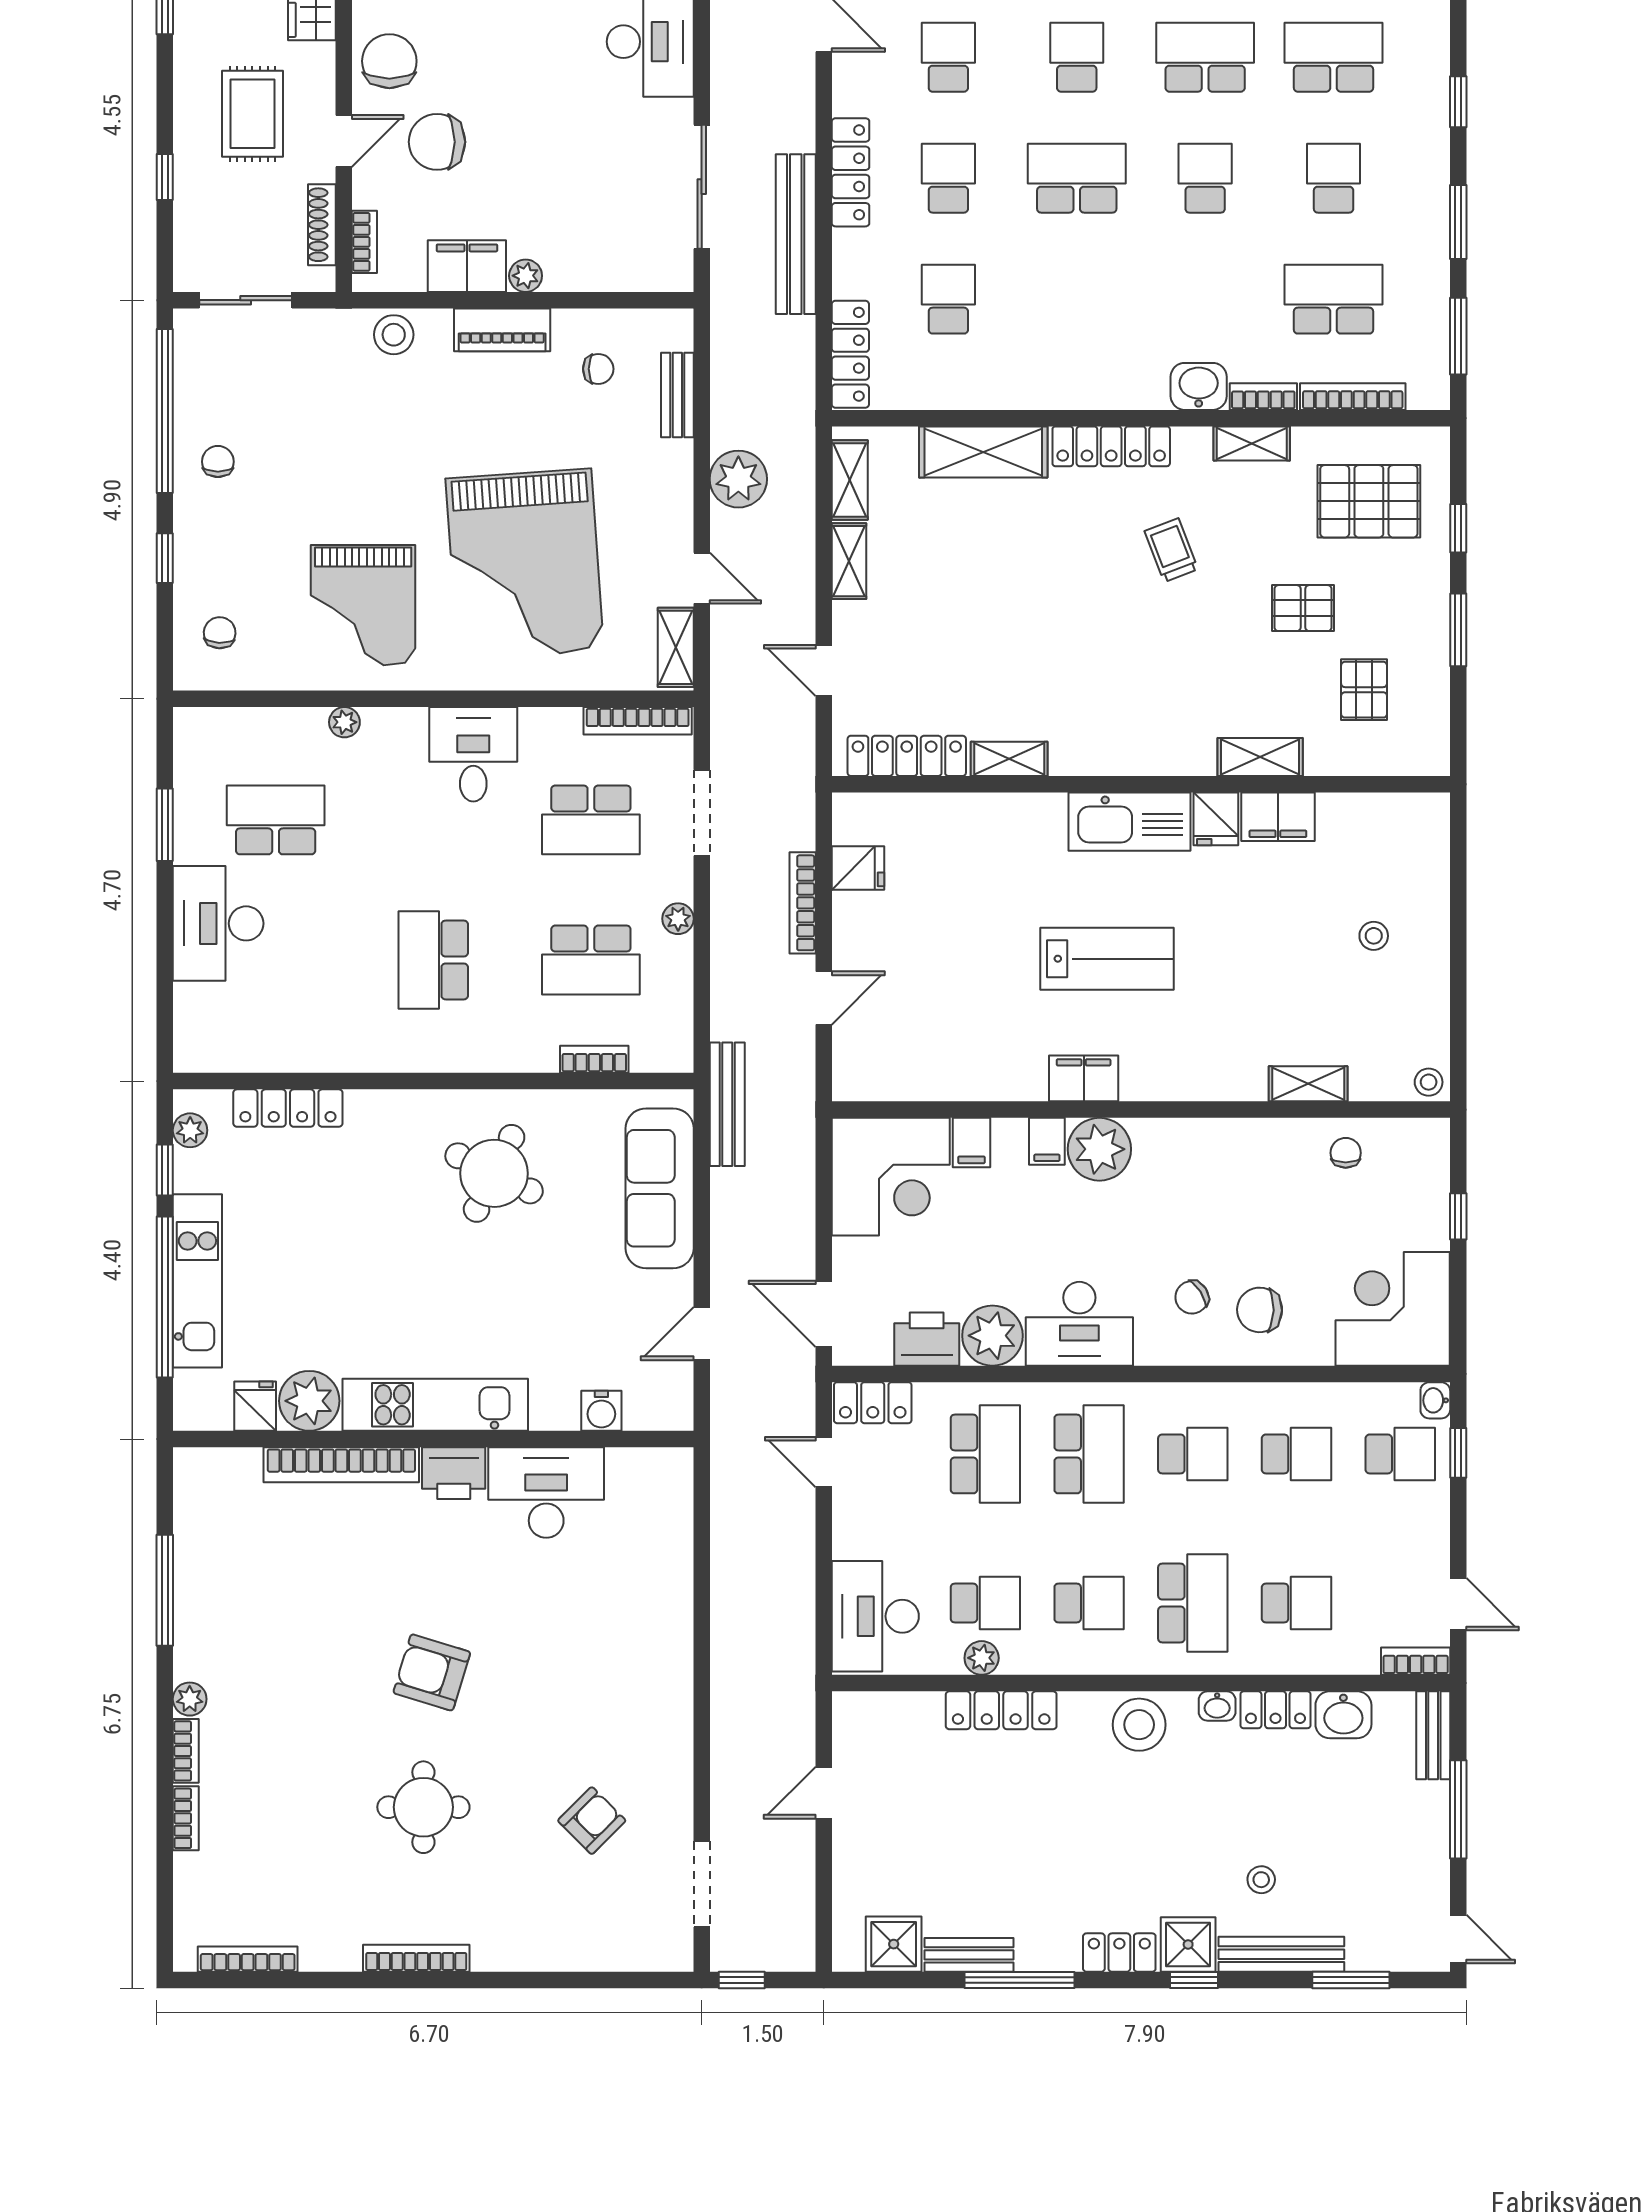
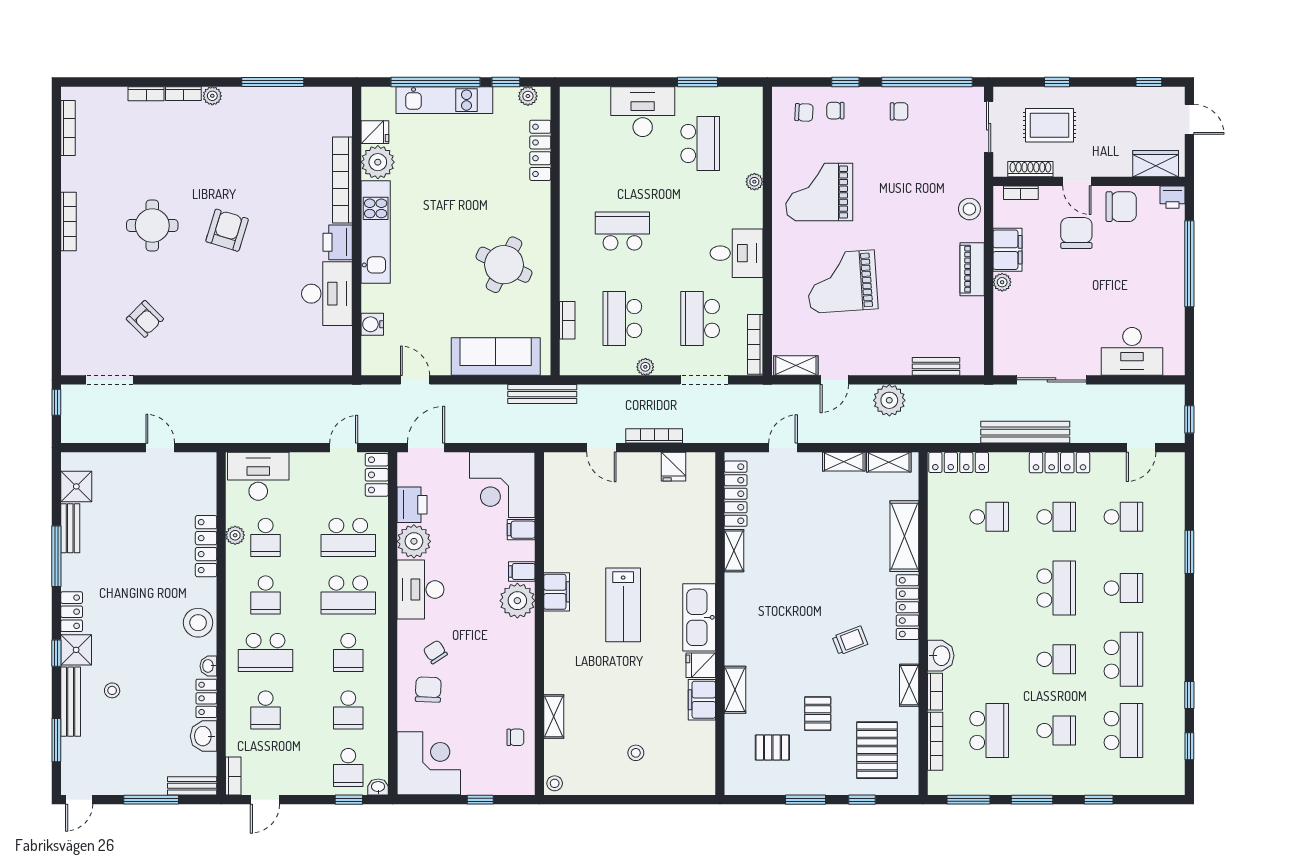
rug: (252, 114) -> (1049, 125), moved
chair: (598, 369) -> (835, 111), moved, turned 90
grand piano: (525, 564) -> (842, 282), width x0.73, depth x0.68

